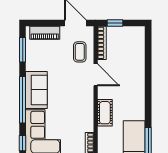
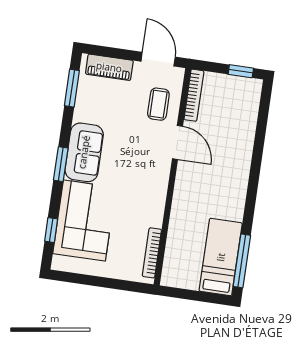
window: (115, 23) -> (241, 71), moved
window: (23, 100) -> (61, 164), width x0.47
cot: (105, 113) -> (183, 202), removed

